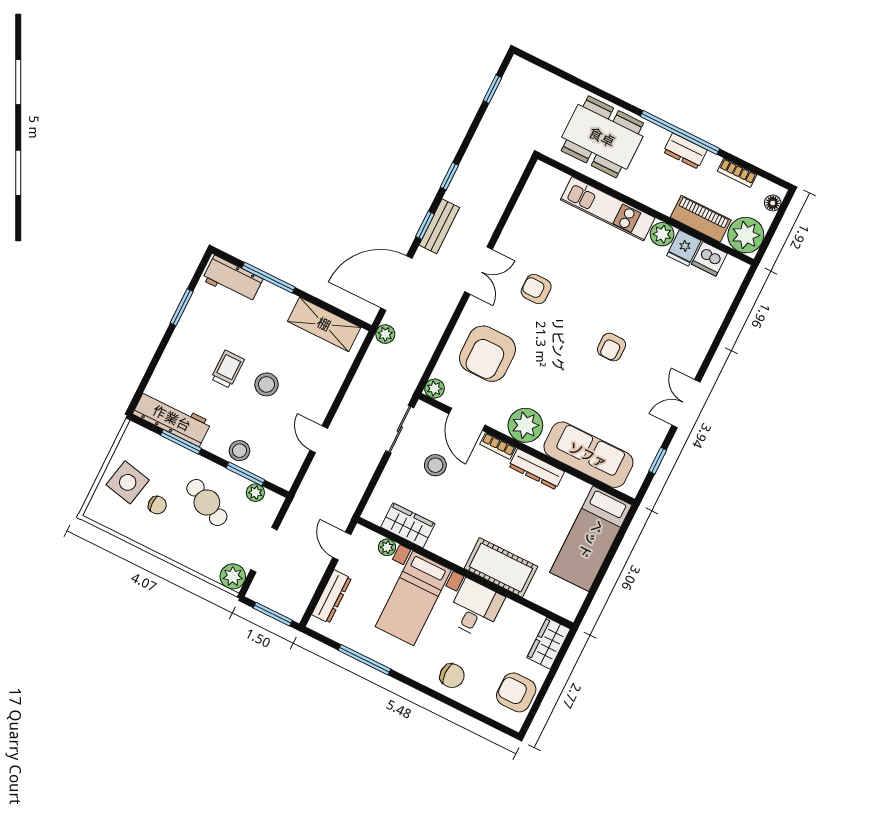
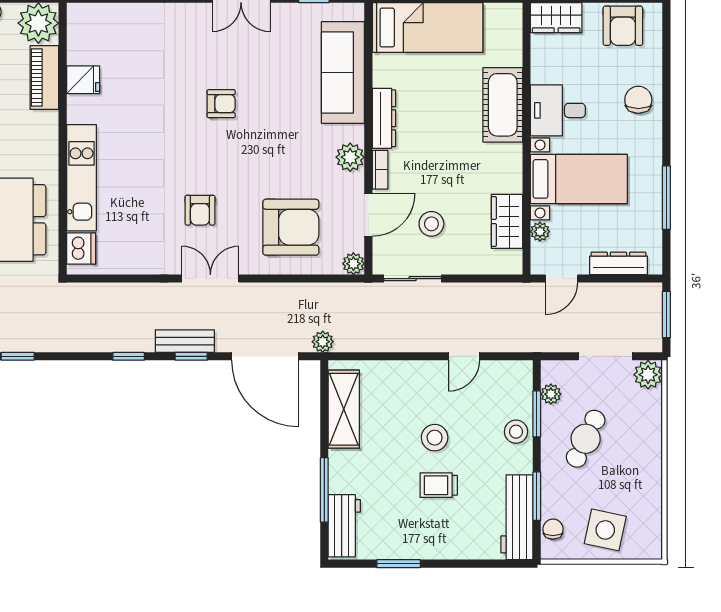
plant: (662, 234) -> (80, 109), removed
dishwasher: (709, 259) -> (81, 248), moved
plant: (525, 425) -> (350, 157), width x0.73, depth x0.73
chair: (157, 505) -> (553, 529), moved

